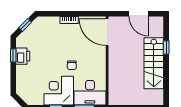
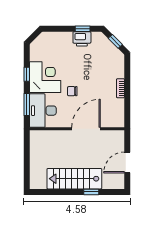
door: (107, 32) -> (86, 129), moved

